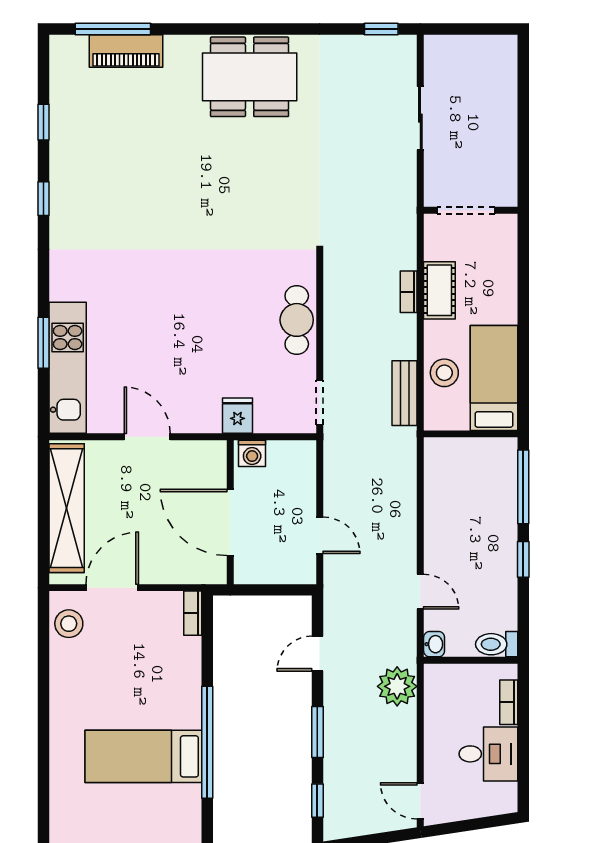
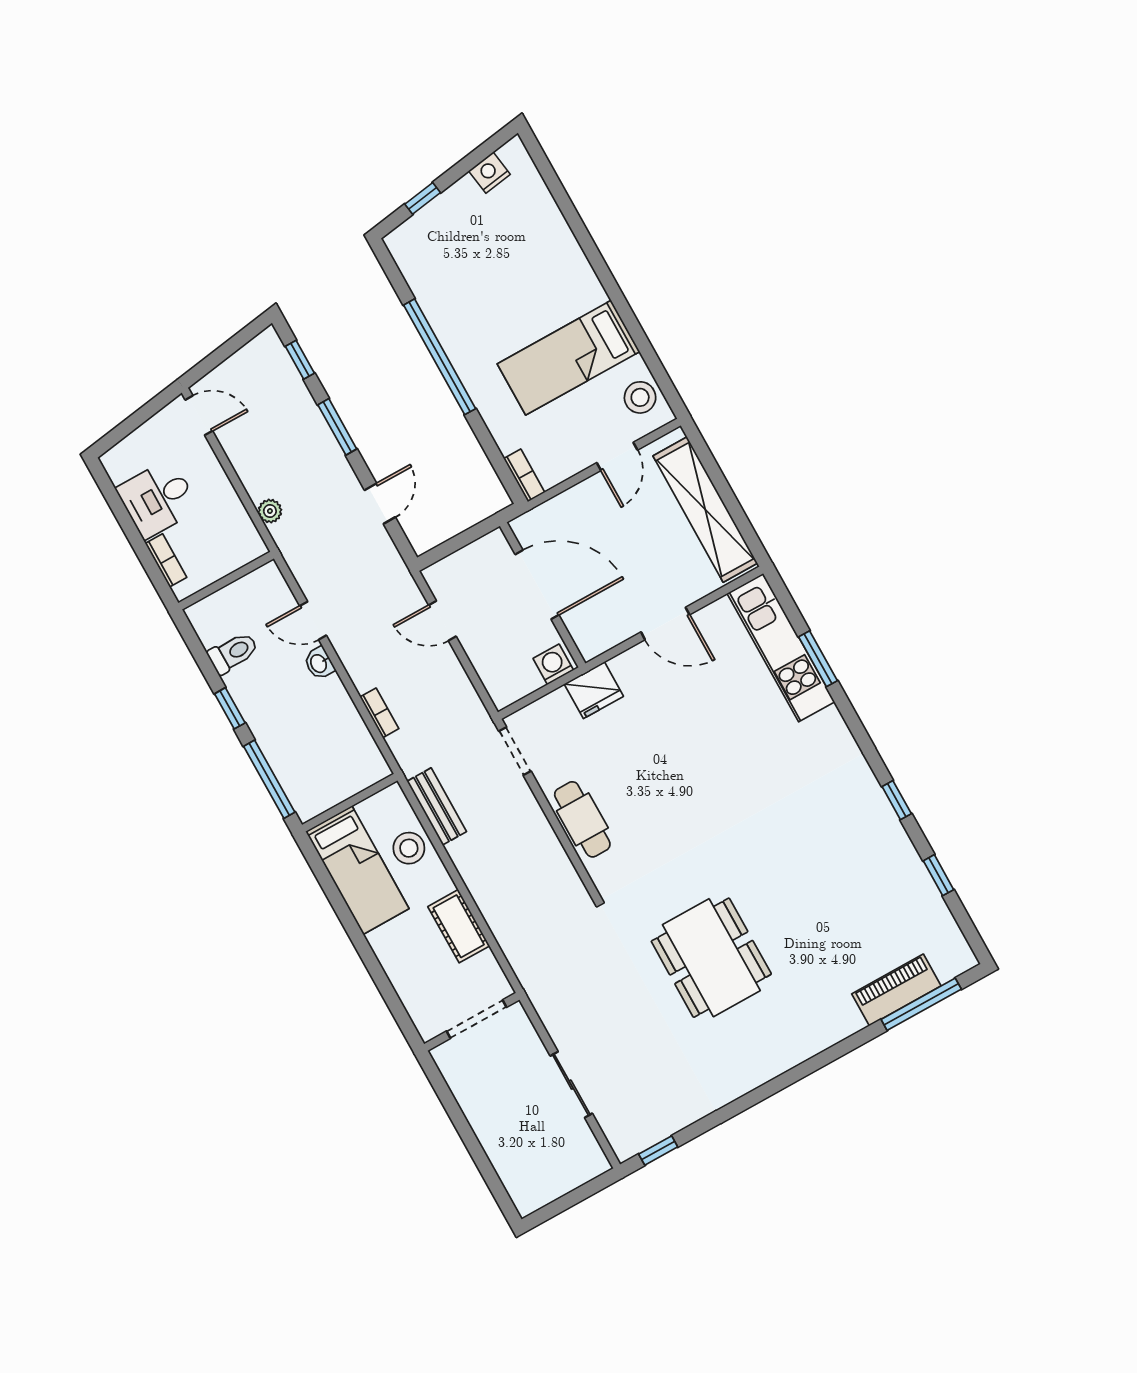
dining table: (250, 77) -> (711, 958), moved, turned 90
bookcase: (409, 292) -> (379, 713), moved
fridge: (237, 416) -> (594, 690), width x1.38
door: (112, 588) -> (617, 456), width x0.73
washbasin: (434, 644) -> (319, 663), moved
toilet: (497, 644) -> (233, 653), moved
plant: (397, 686) -> (270, 511), width x0.53, depth x0.53
bed: (143, 756) -> (568, 358), moved, turned 180

